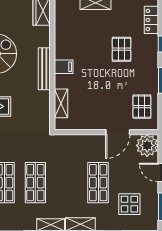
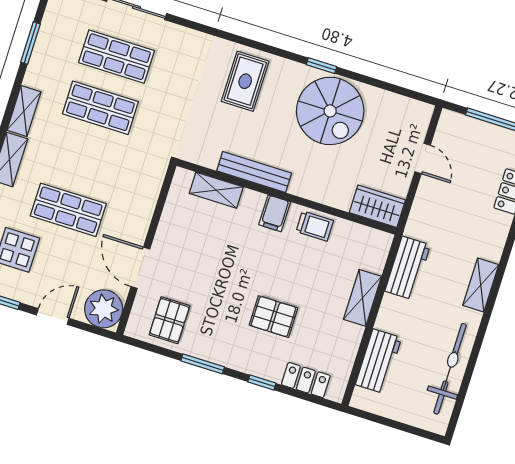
trolley: (64, 42) -> (315, 226), added
bench: (44, 69) -> (254, 172), moved
pallet: (142, 107) -> (169, 320), turned 90

